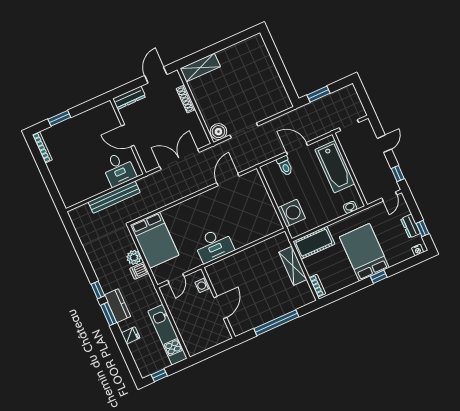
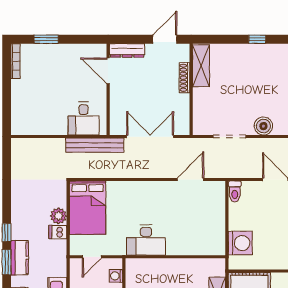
window: (231, 41) -> (257, 39), added
shelving: (200, 67) -> (201, 66), moved, turned 90
boiler: (218, 132) -> (263, 126), moved
door: (128, 136) -> (108, 71), moved
toilet: (285, 166) -> (235, 191), moved
bench: (114, 197) -> (95, 145), moved

